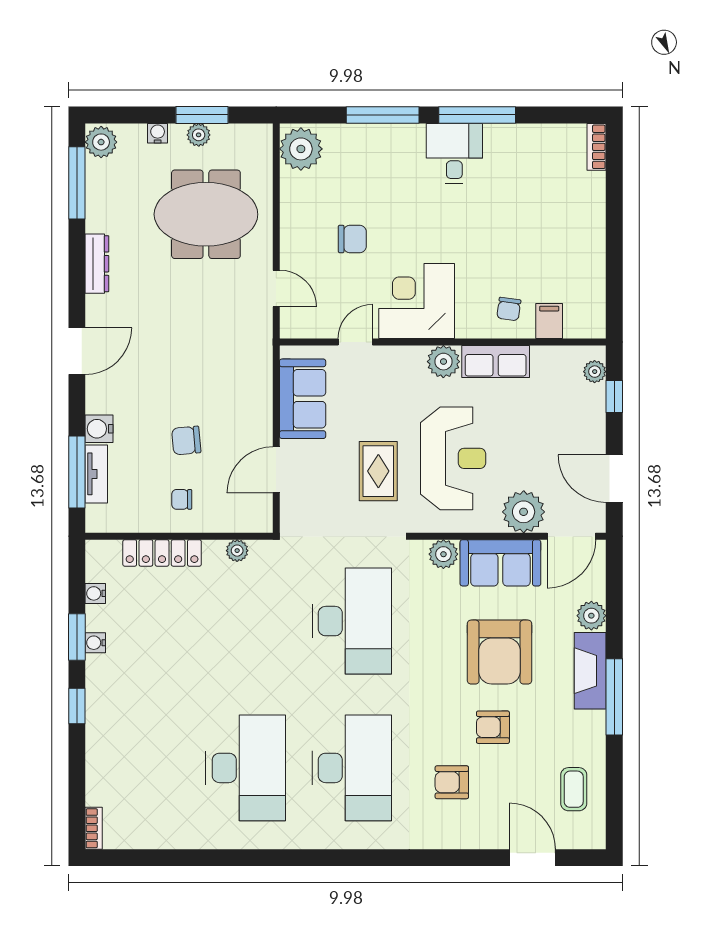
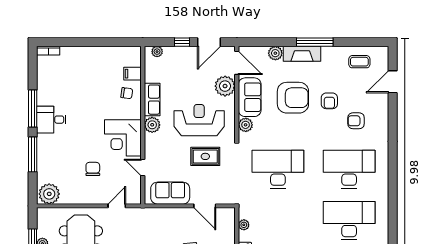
window: (614, 397) -> (182, 42), moved
armchair: (452, 782) -> (356, 121), turned 90

